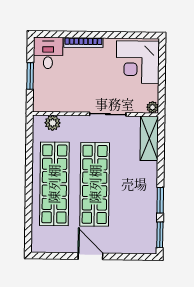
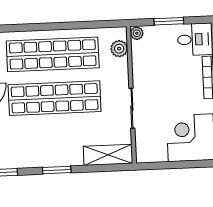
plant: (152, 107) -> (137, 33), moved
window: (160, 200) -> (57, 170), moved

